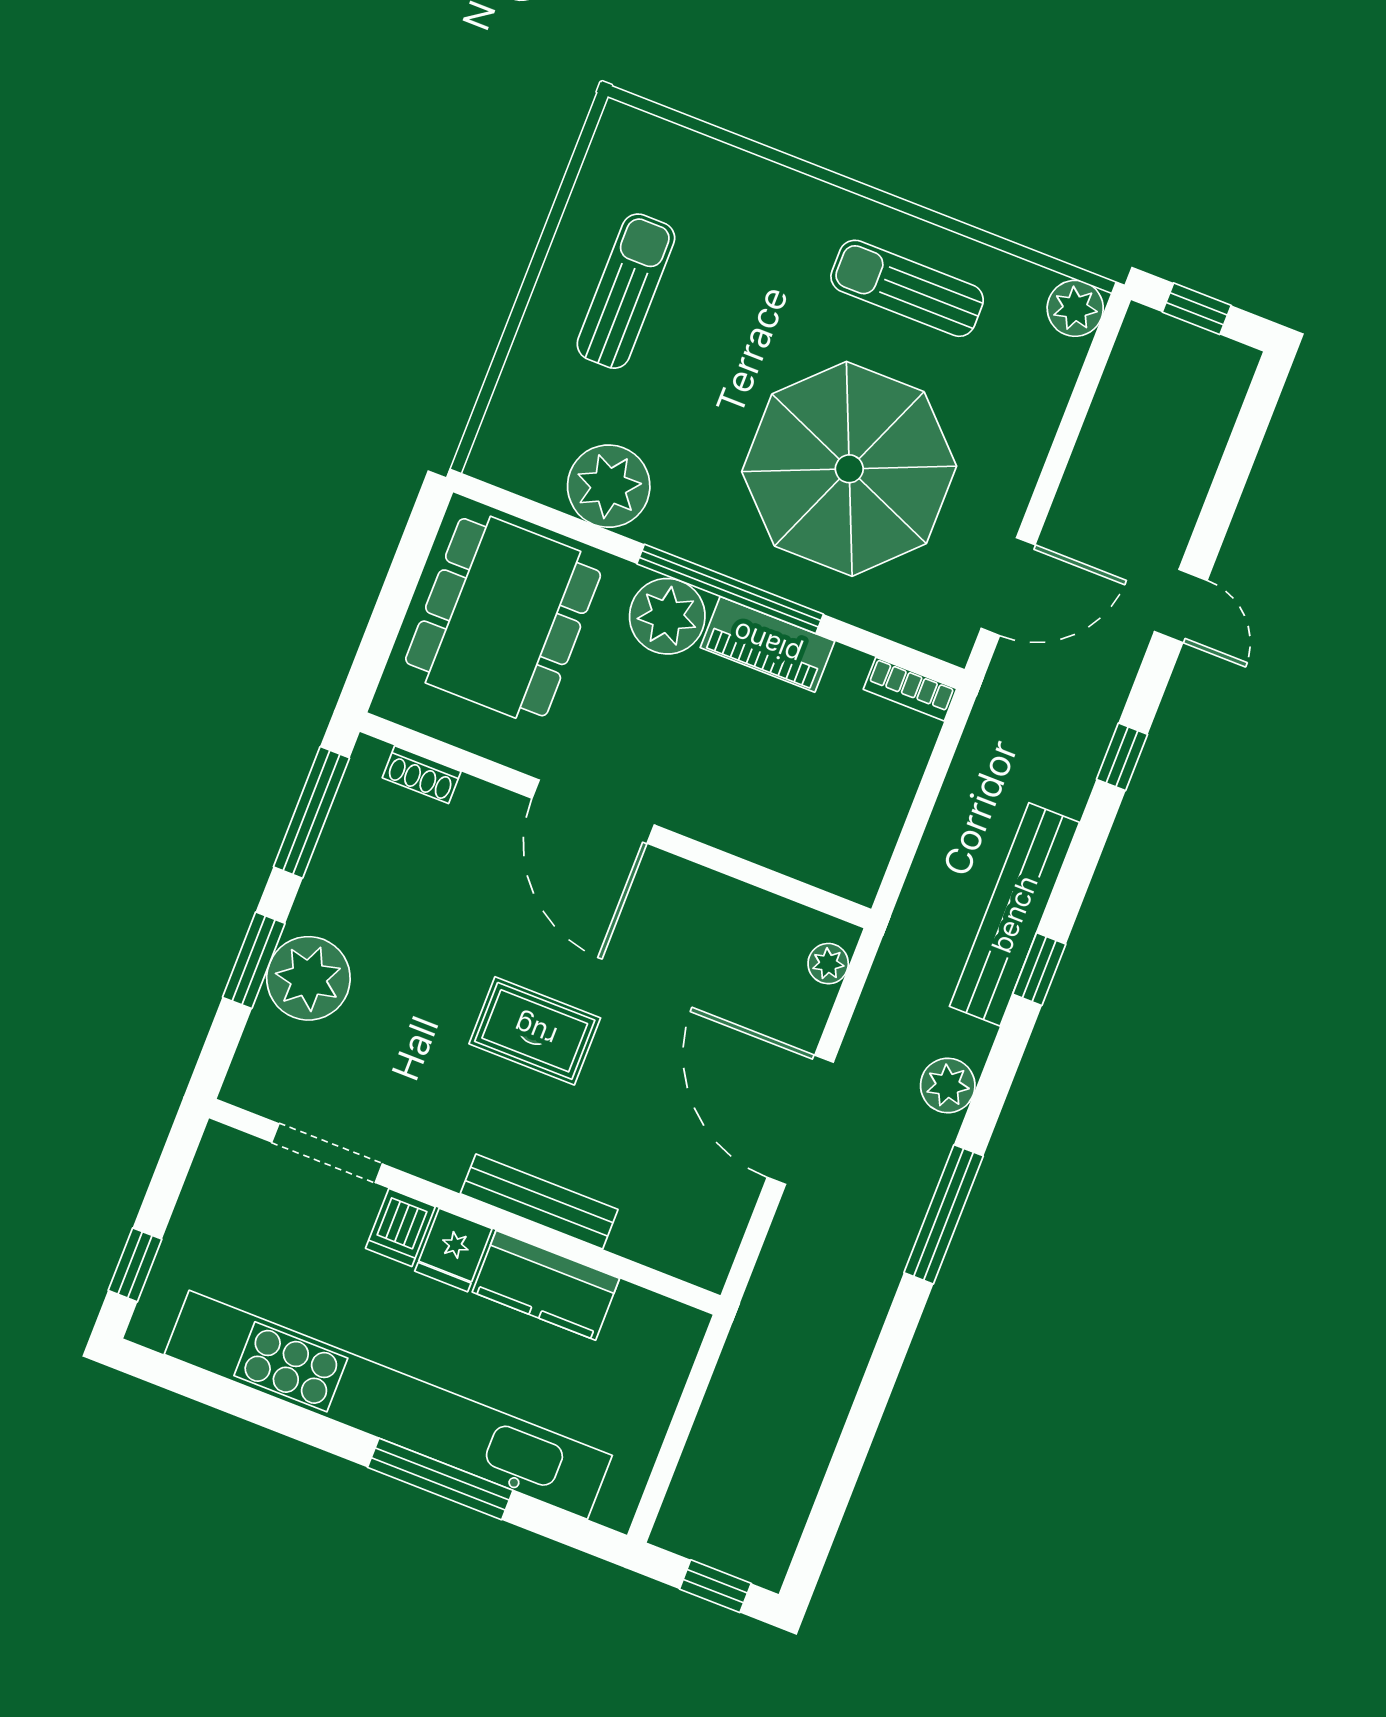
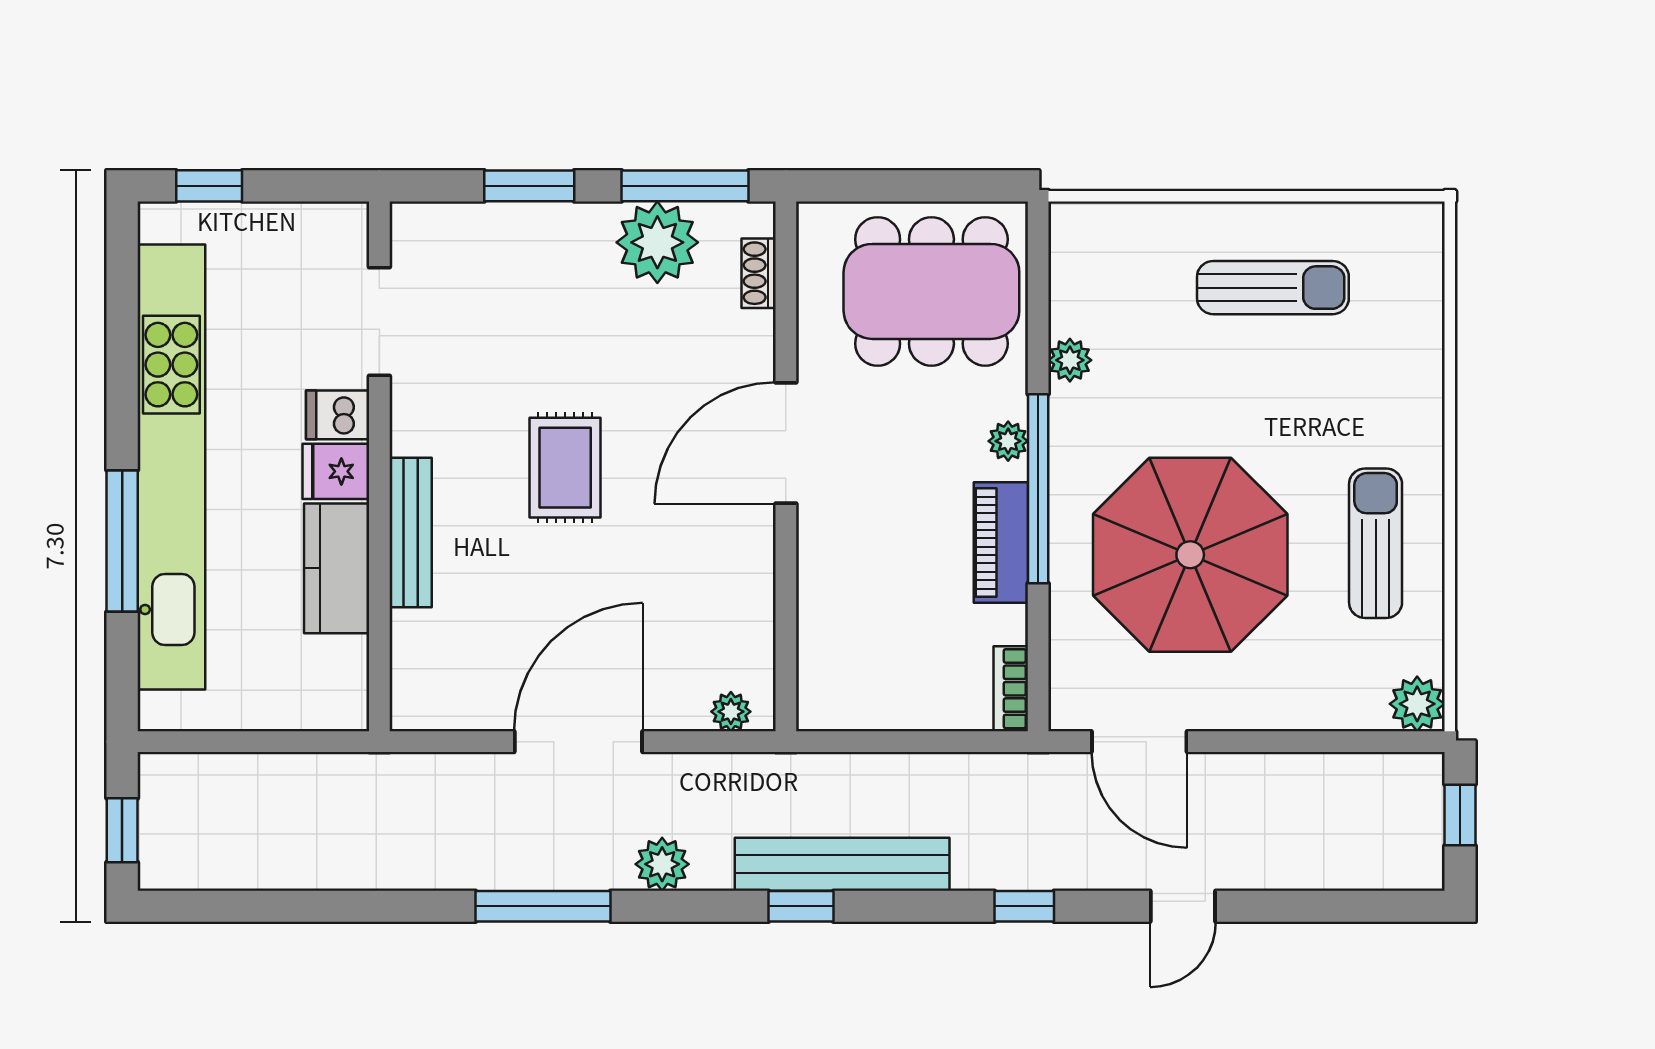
plant: (609, 486) -> (1070, 360), width x0.53, depth x0.53
plant: (667, 616) -> (1008, 441), width x0.53, depth x0.53
plant: (308, 978) -> (657, 242), moved

